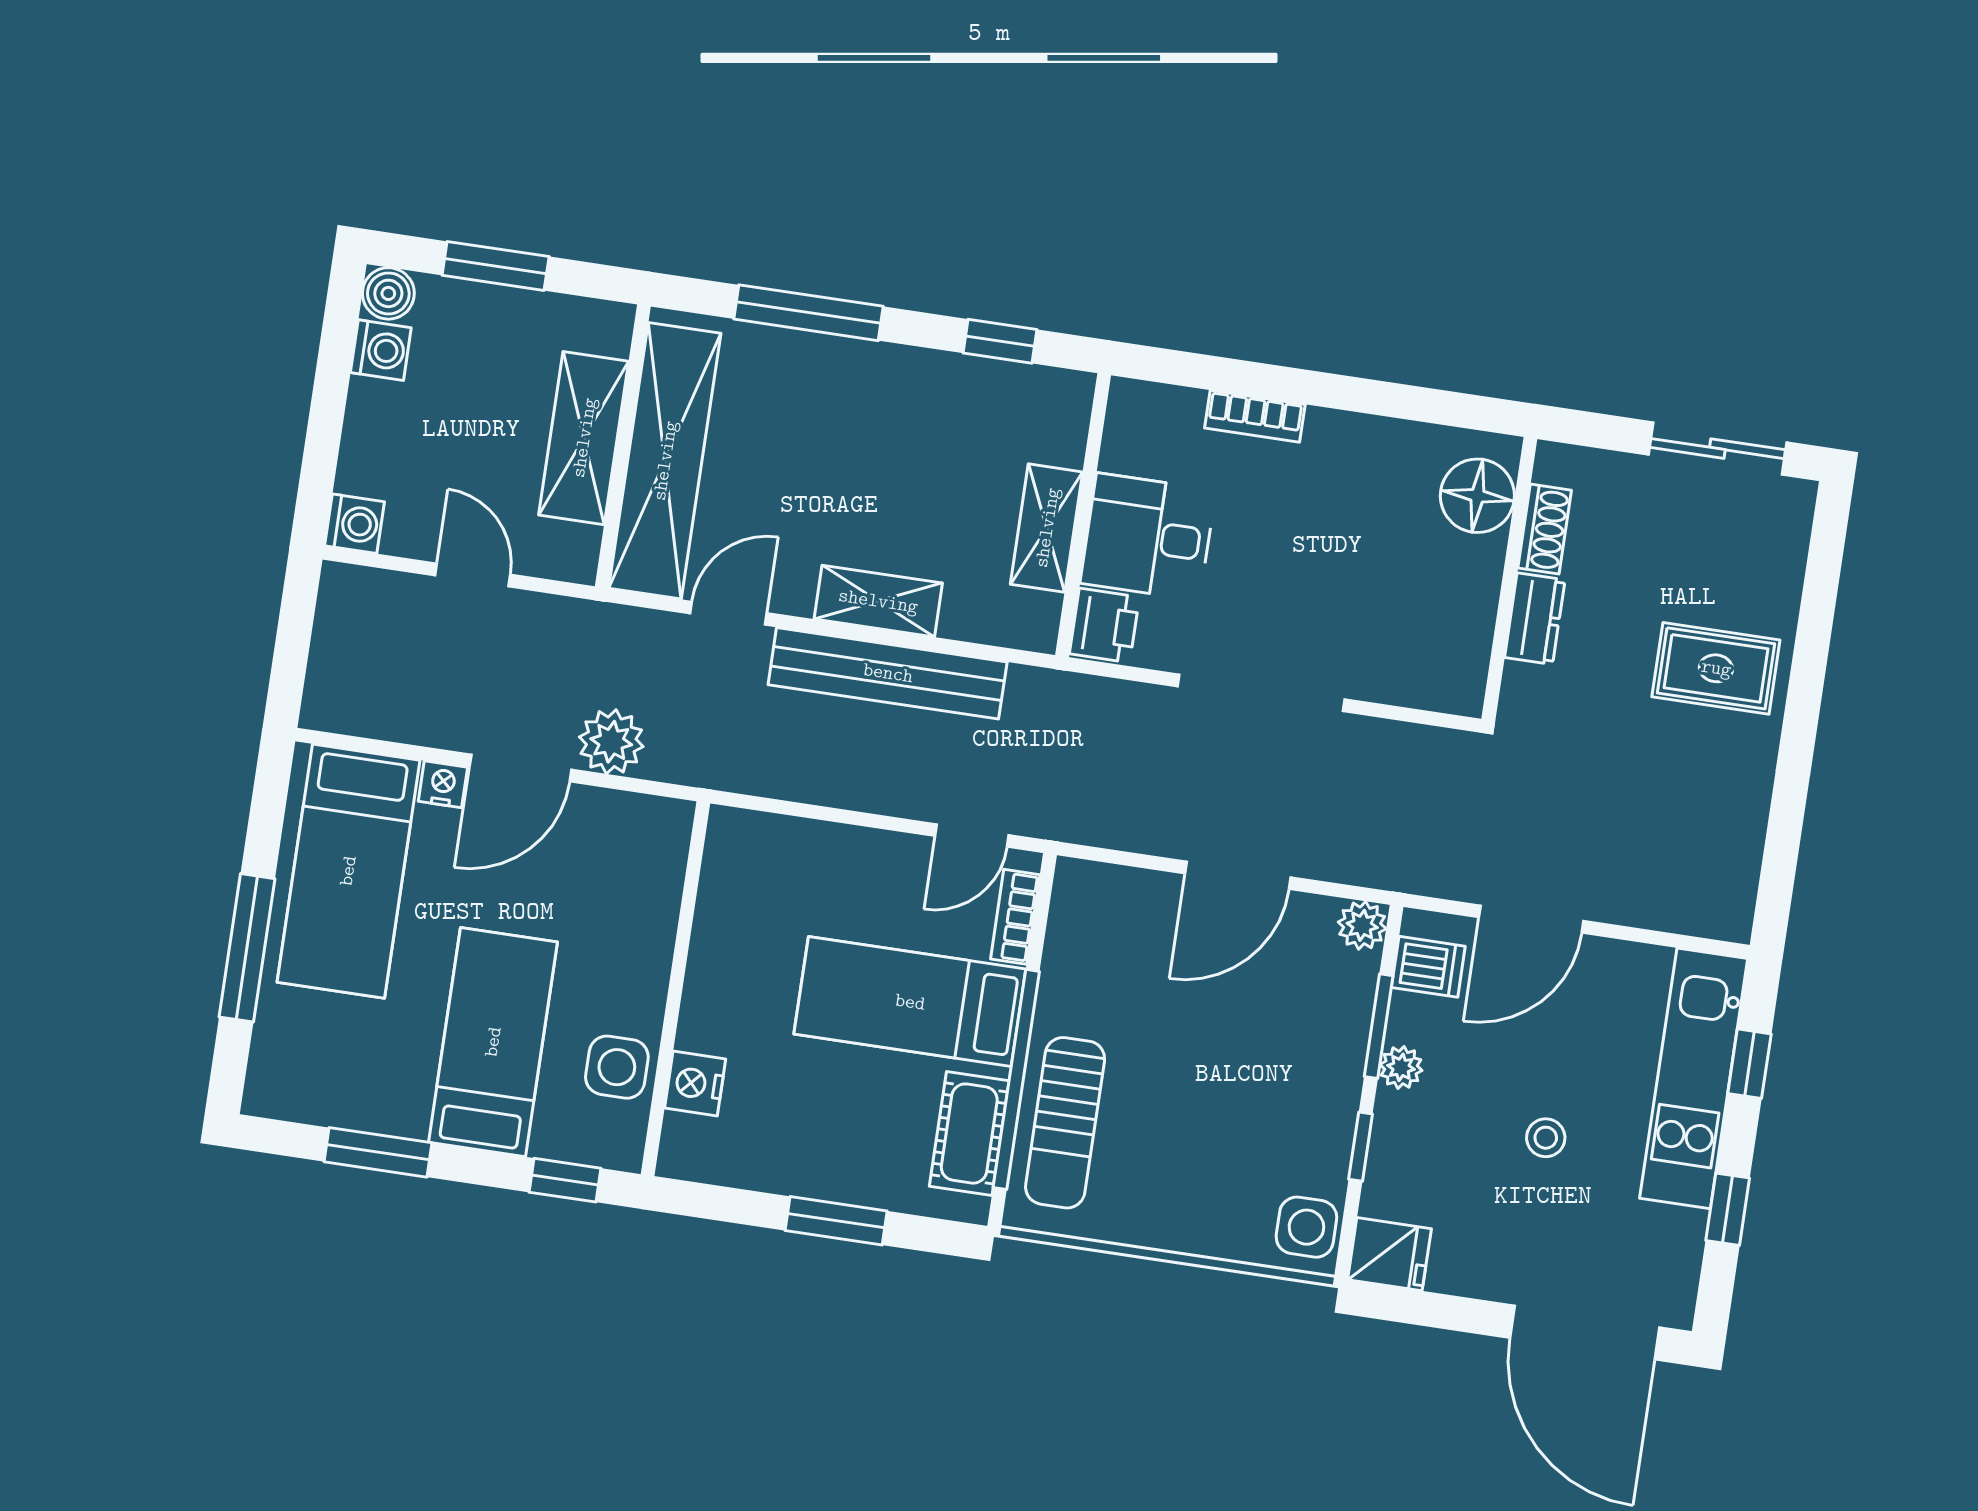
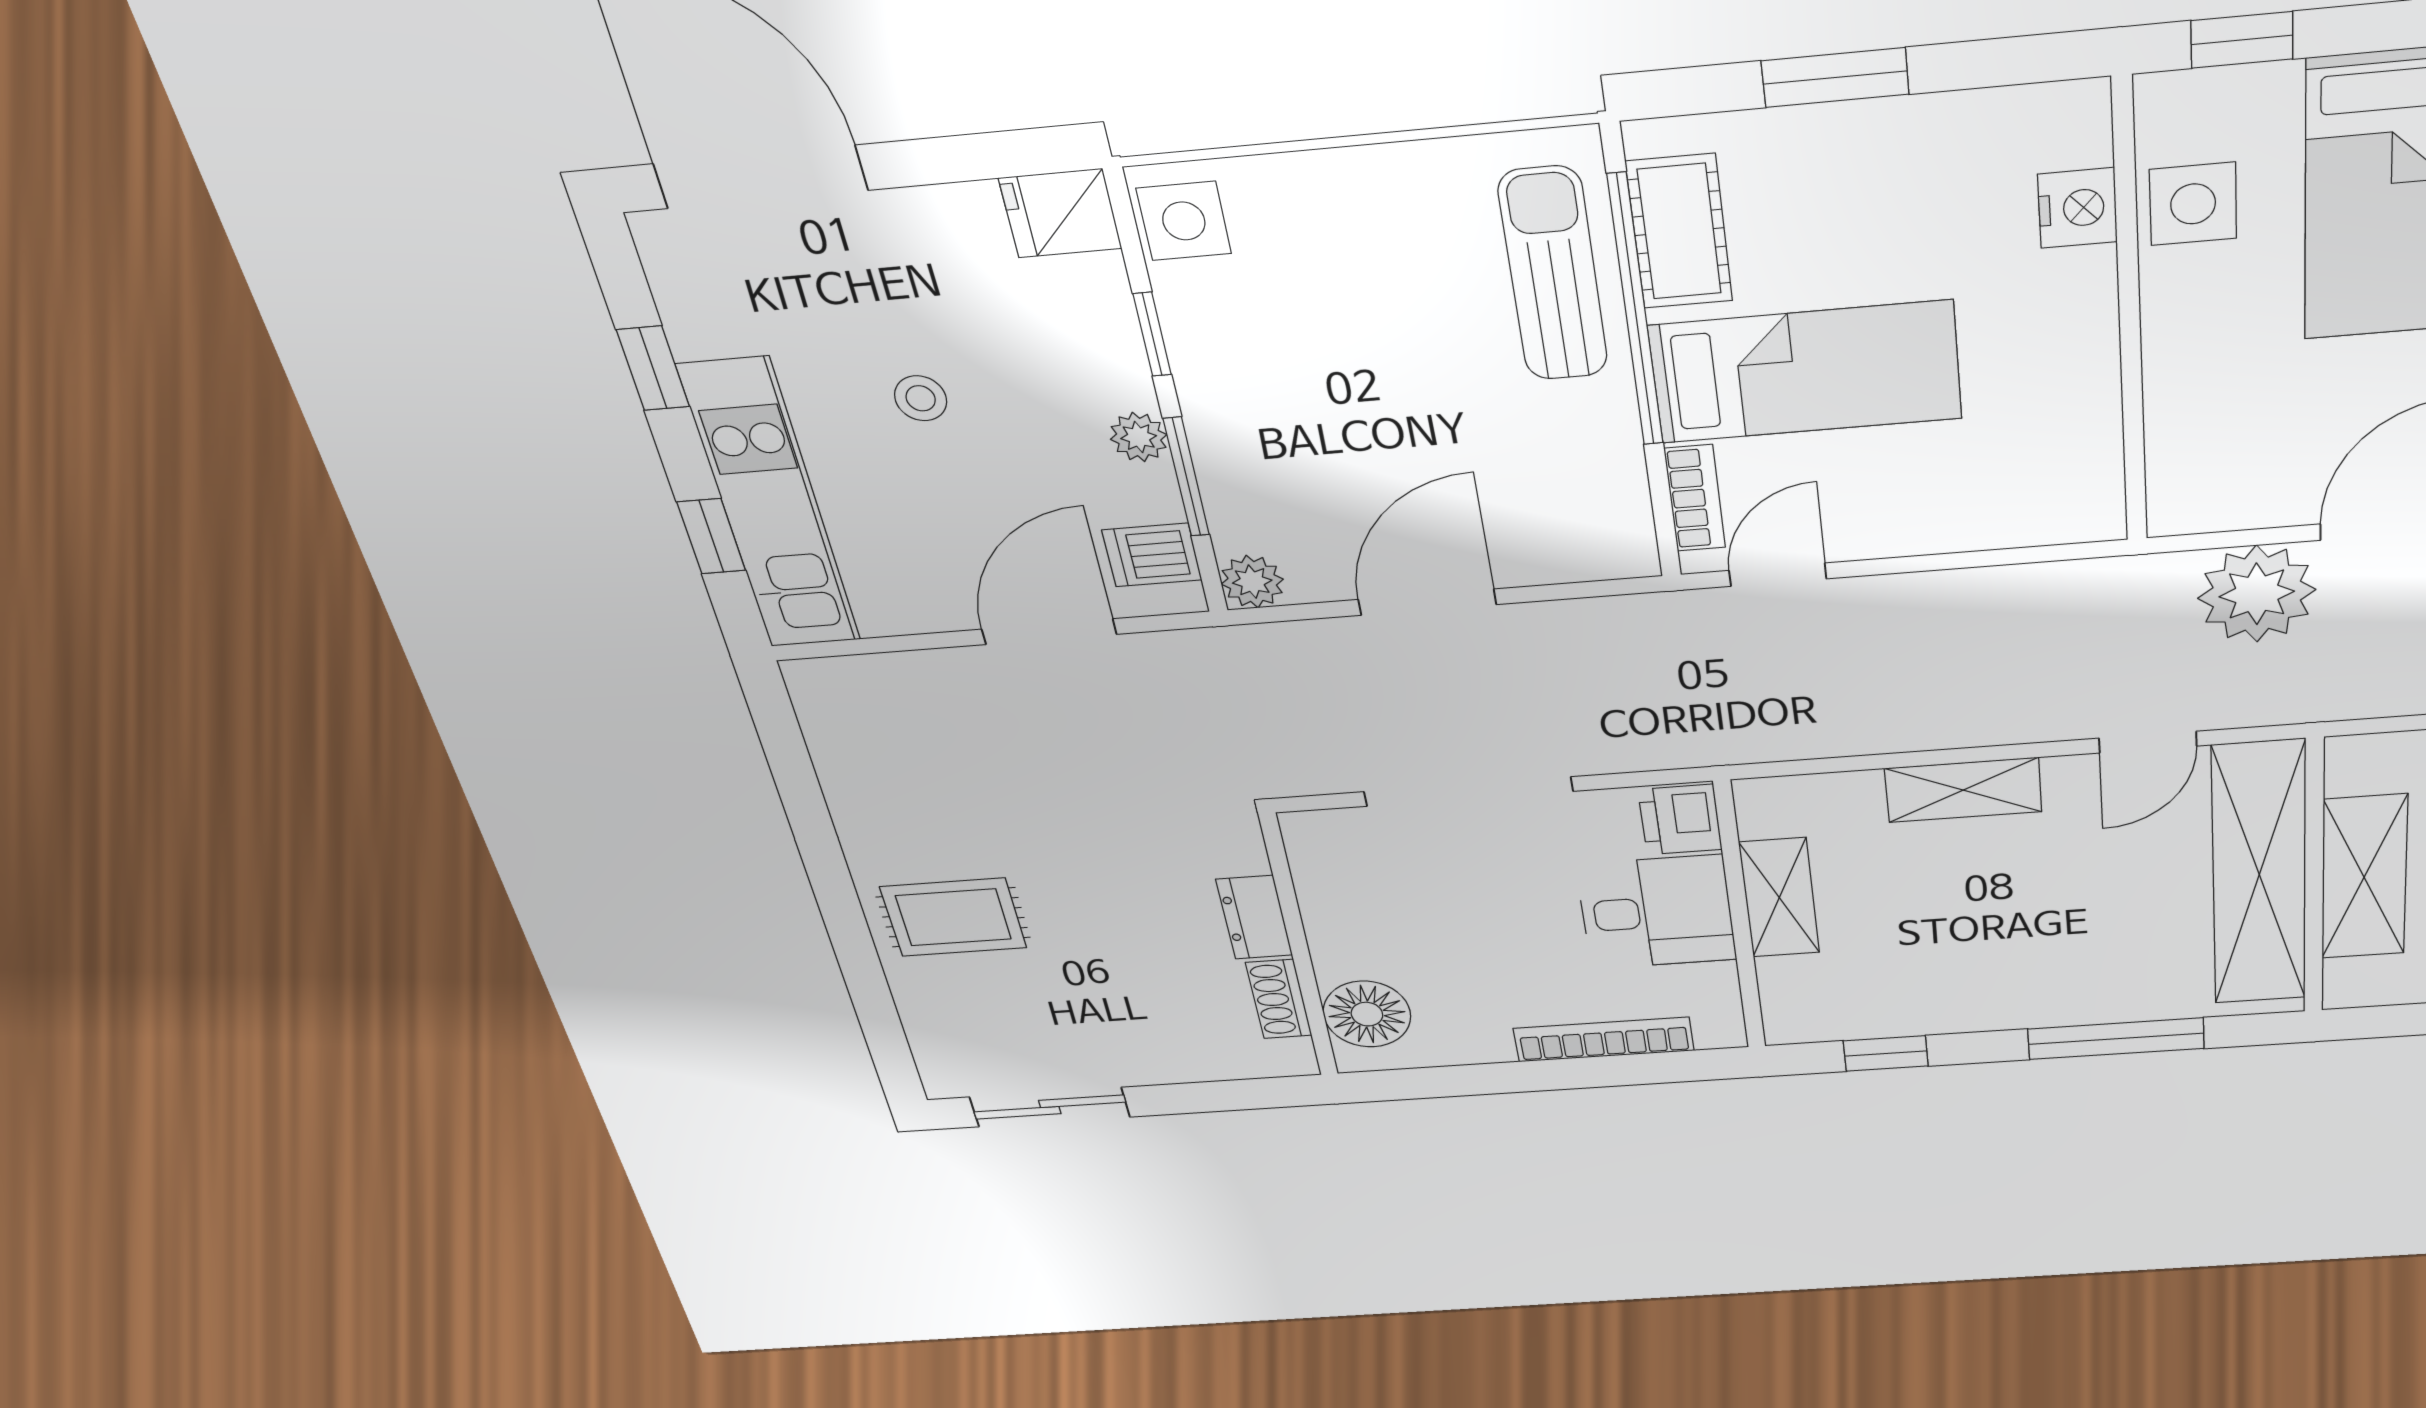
bookcase: (1255, 416) -> (1604, 1039), width x1.56
floor lamp: (1477, 496) -> (1367, 1014), moved
shoe rack: (1545, 529) -> (1279, 999), moved
wall: (1509, 579) -> (1299, 948), moved
dresser: (1535, 619) -> (1254, 917), moved
bench: (888, 673) -> (1932, 721), removed
plant: (611, 742) -> (2257, 594), width x1.36, depth x1.36

